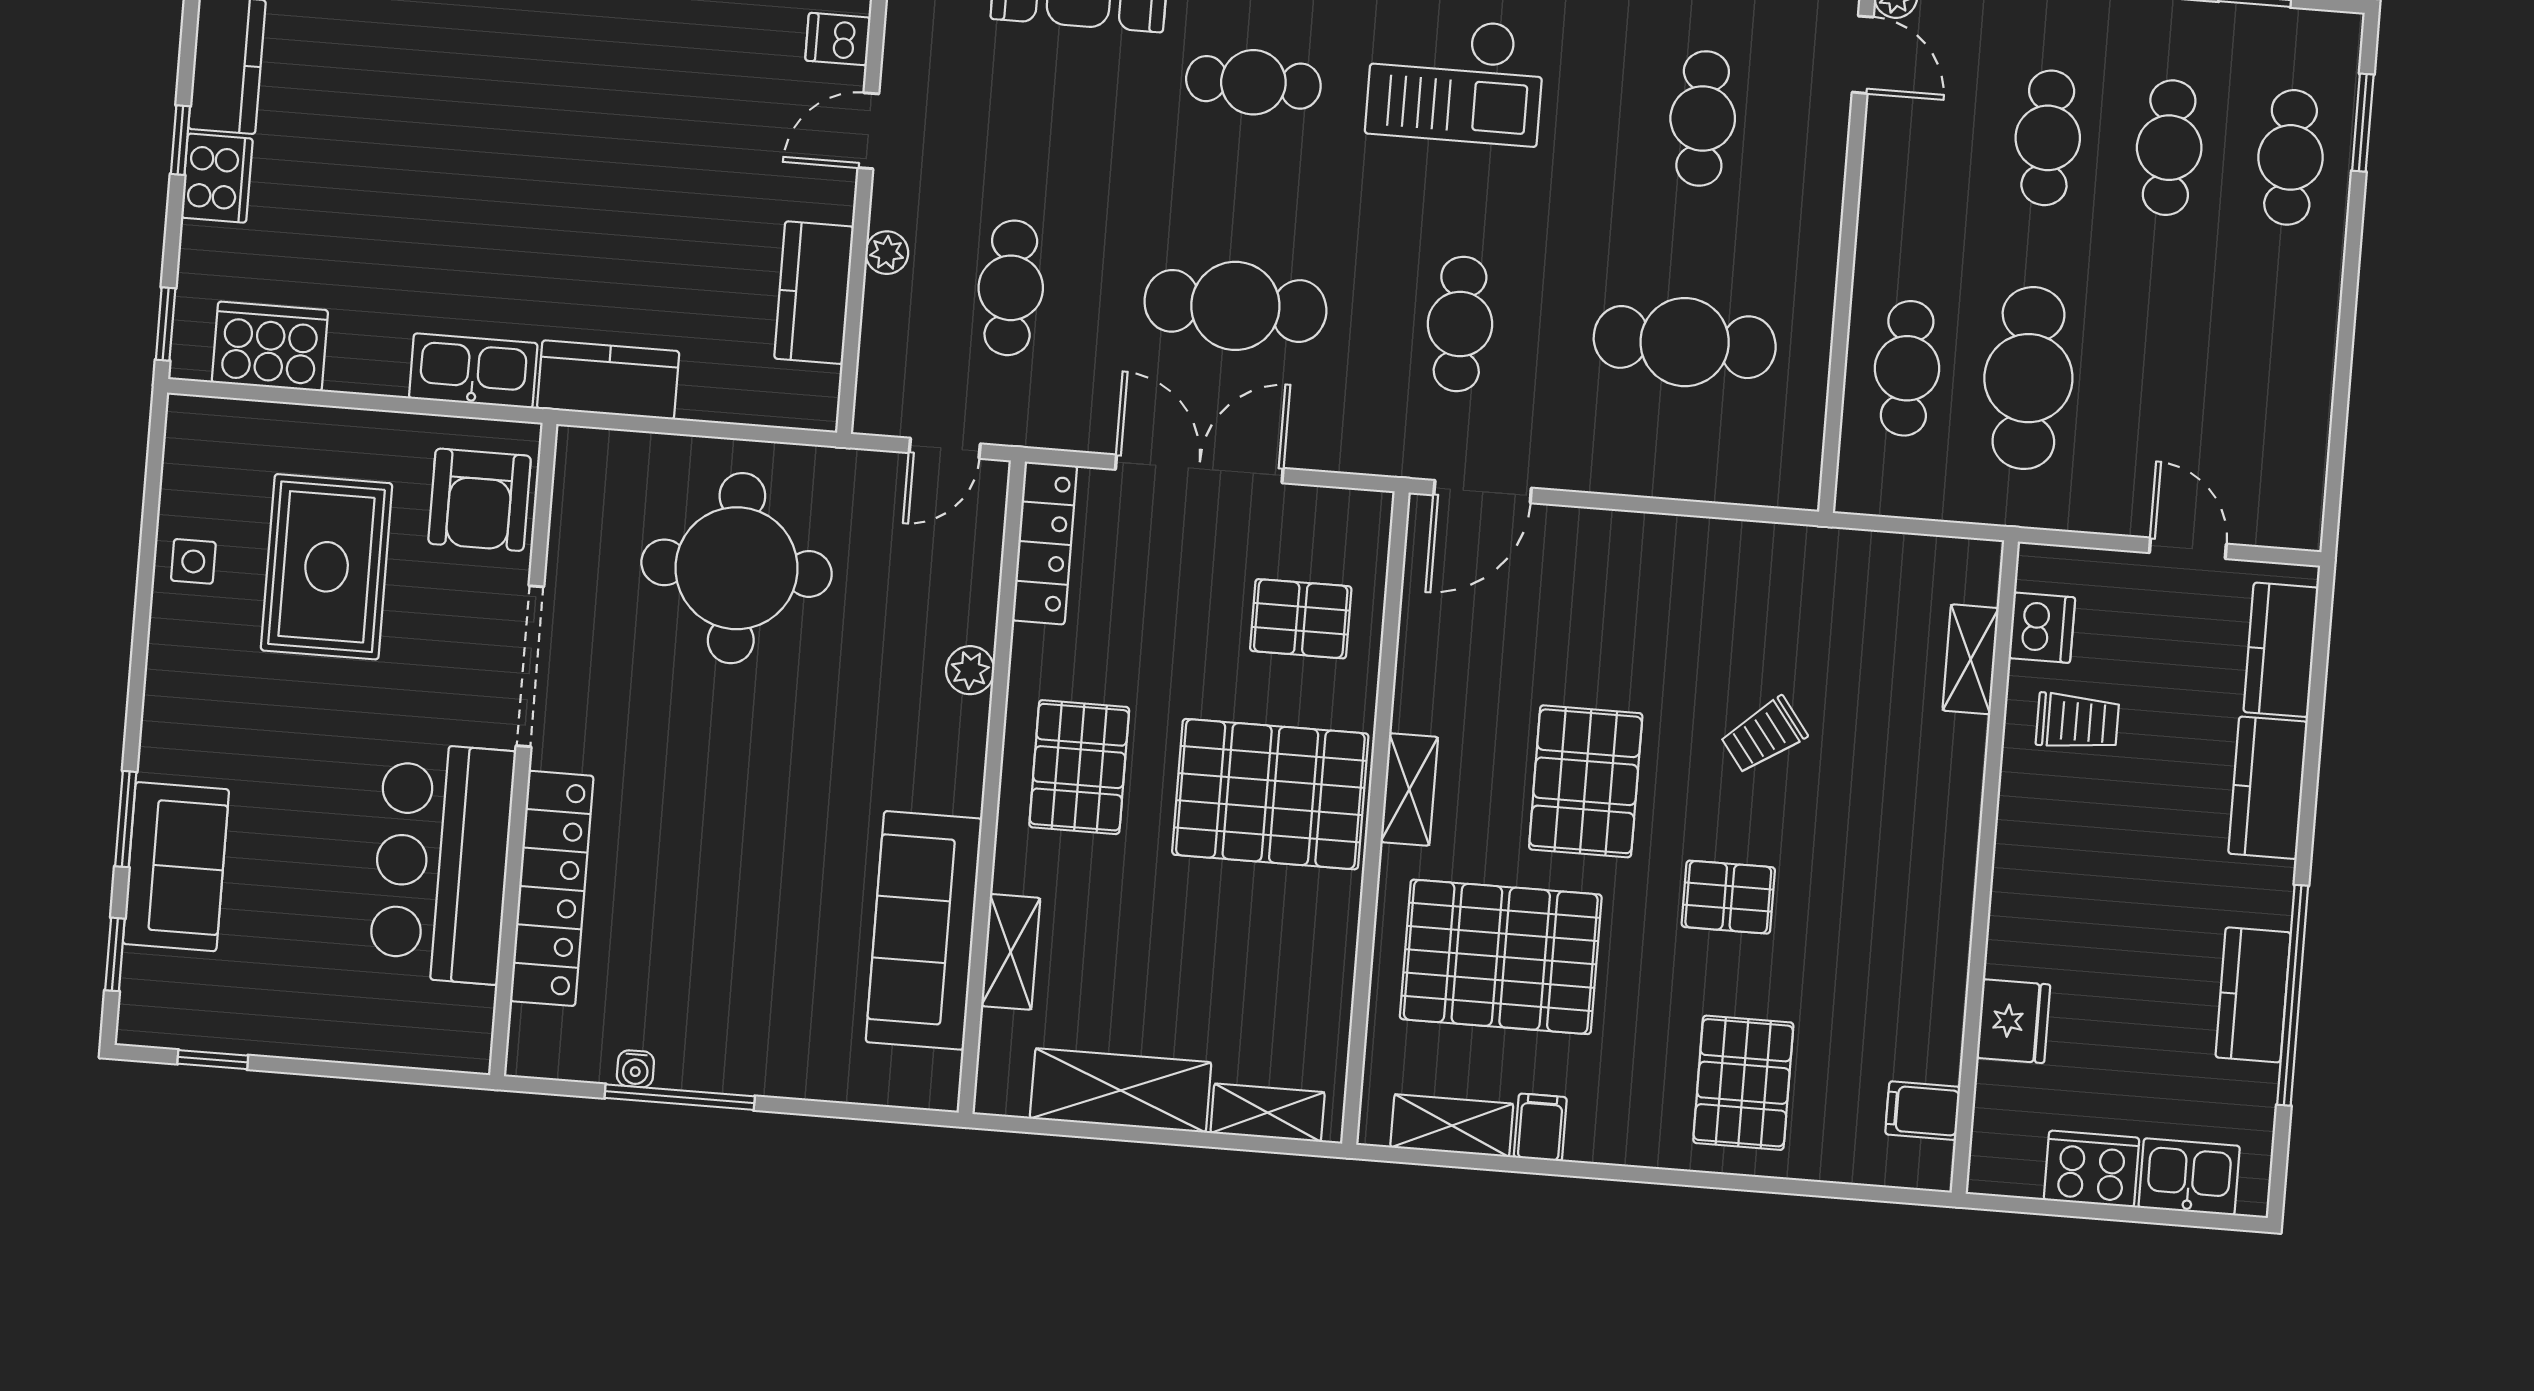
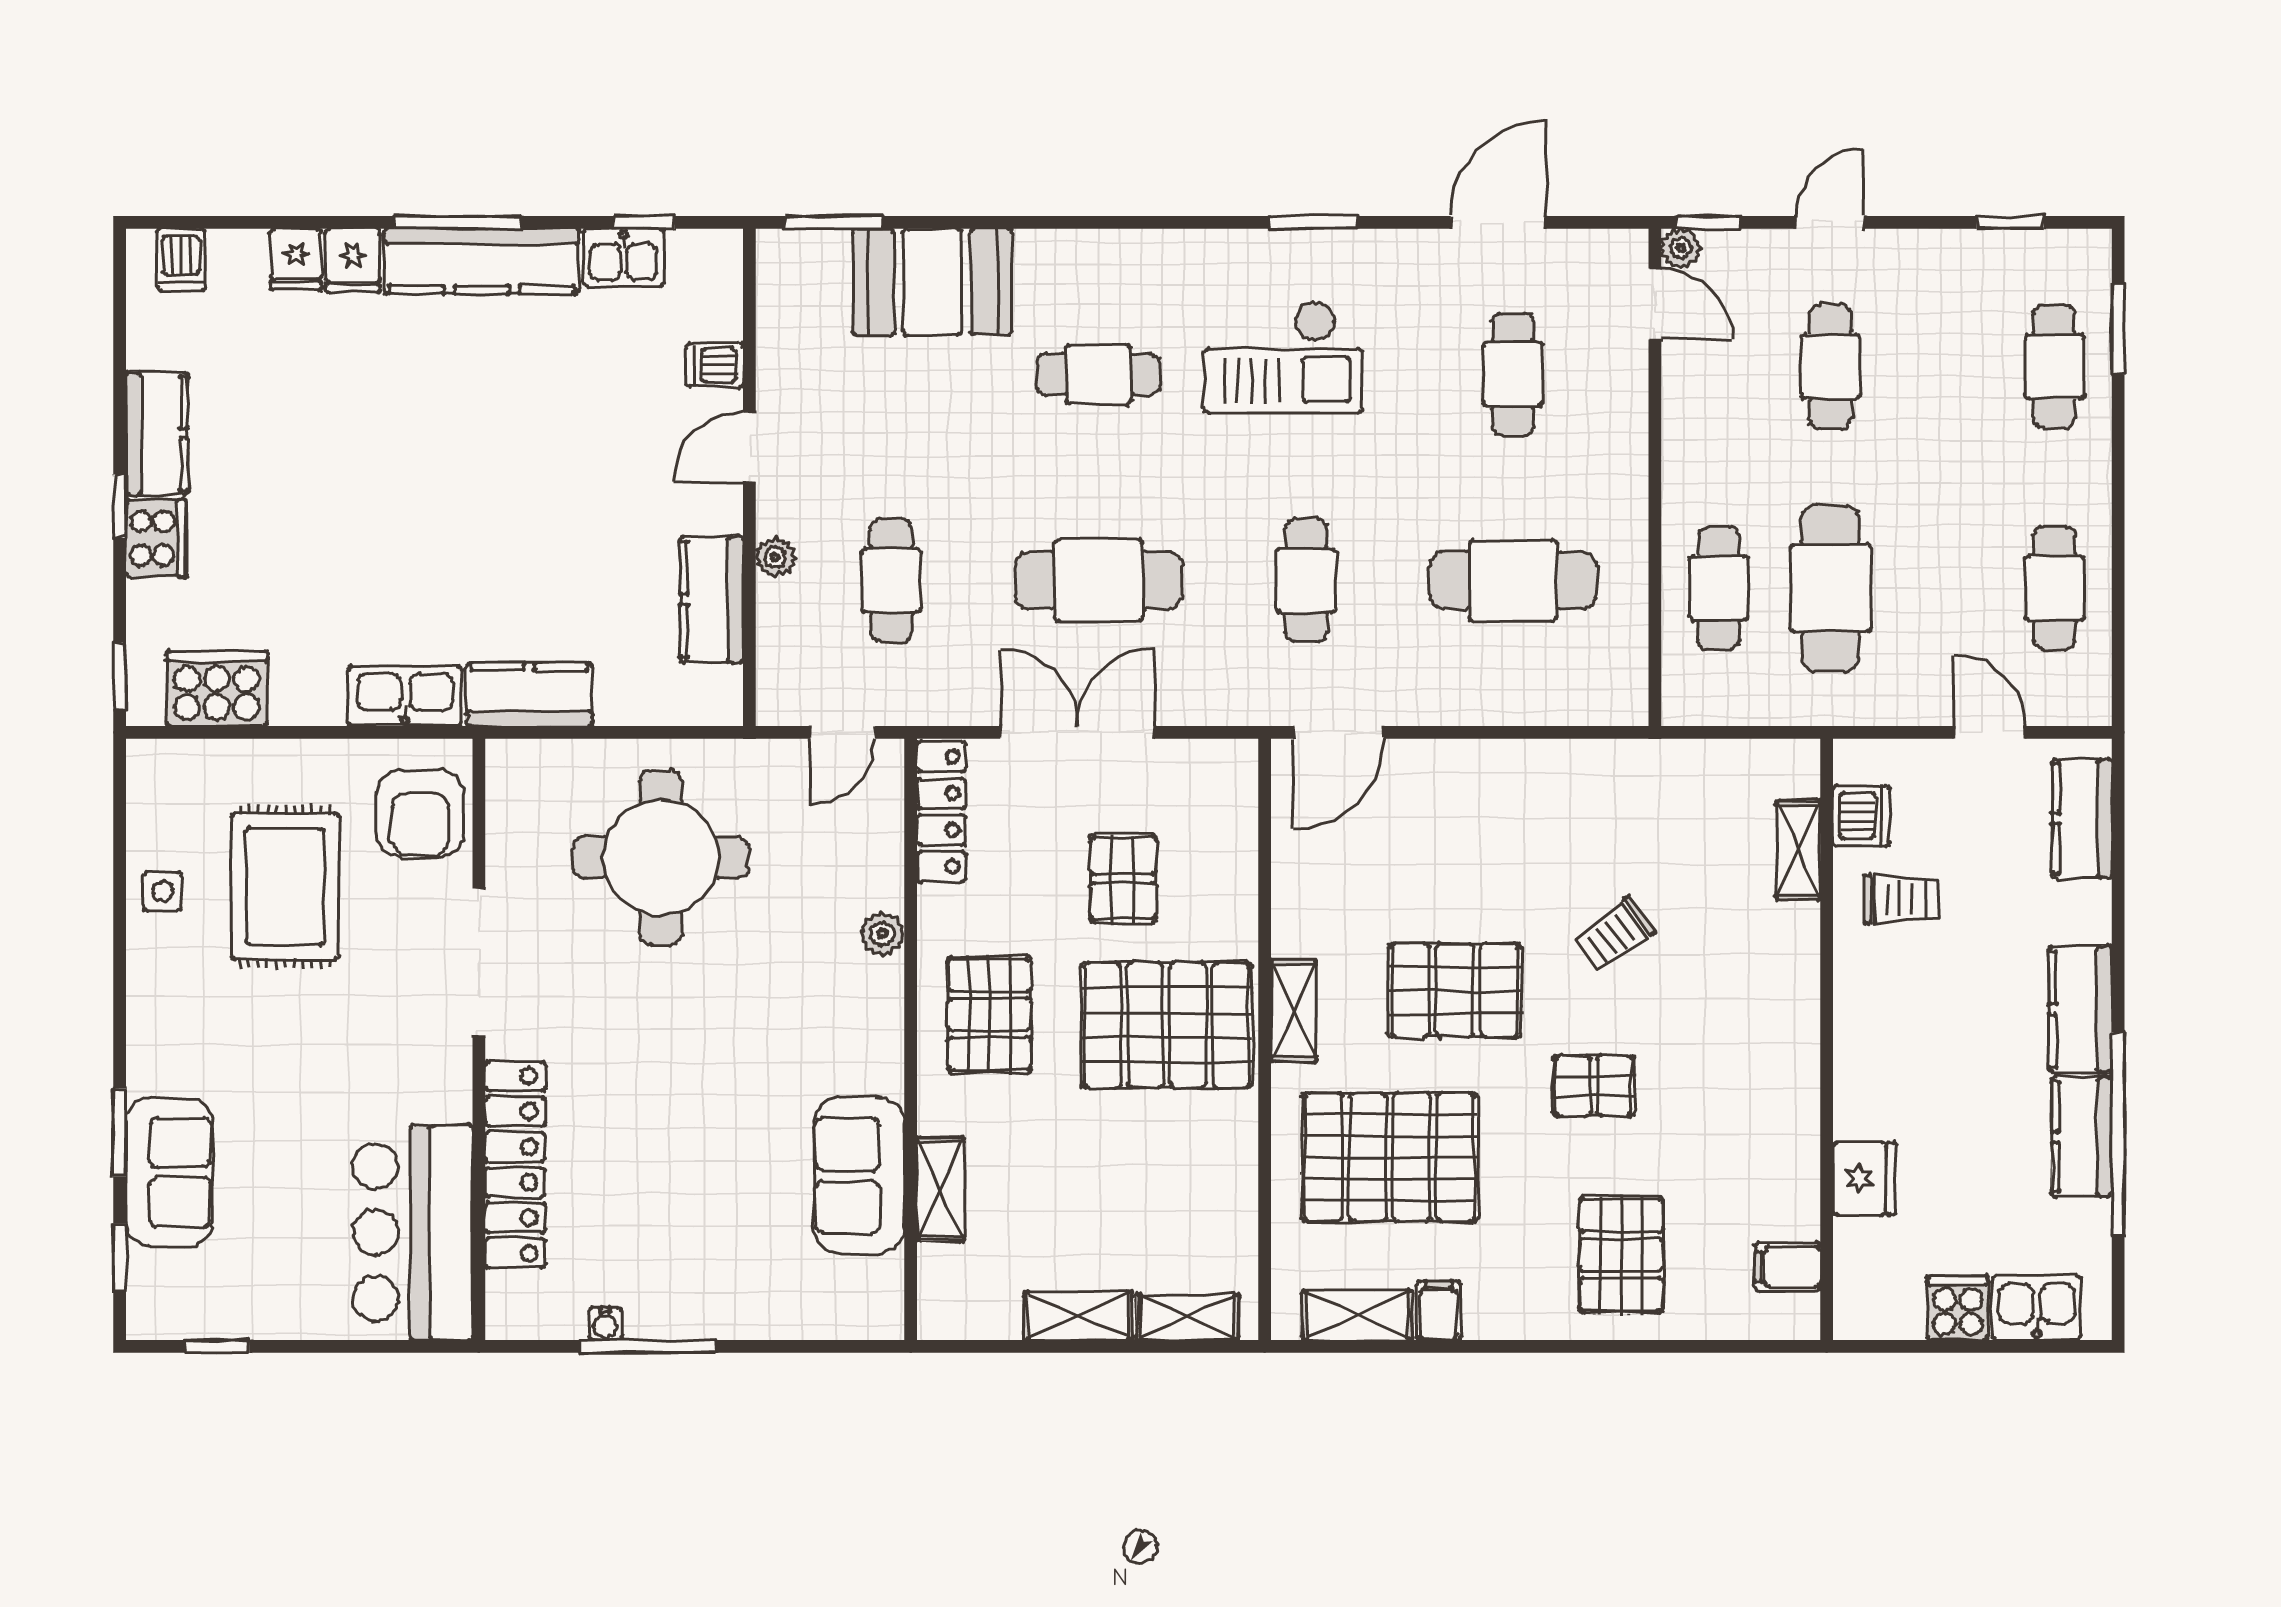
cafe table: (2169, 148) -> (2054, 588), moved
pallet: (1301, 619) -> (1123, 878), moved, turned 90
pallet: (1586, 781) -> (1455, 990), turned 90
kitchen counter: (2268, 788) -> (2080, 1009), moved
bar counter: (442, 863) -> (413, 1232), moved
sofa: (924, 930) -> (859, 1176), width x0.73
shelving: (1121, 1090) -> (1078, 1316), width x0.67, depth x0.75
cooker: (2091, 1169) -> (1958, 1308), width x0.73

